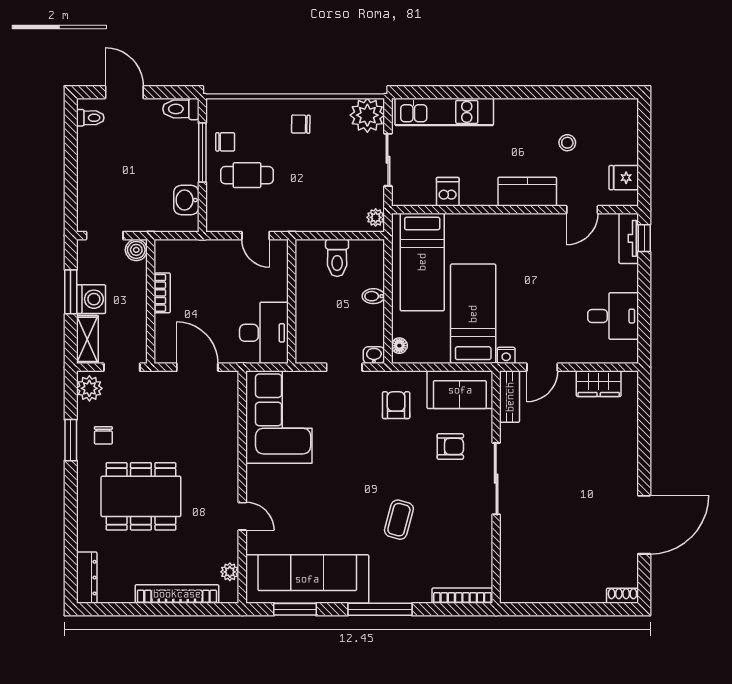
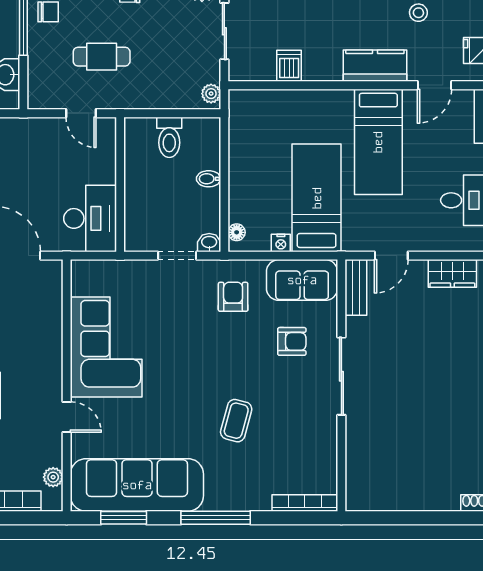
cafe table: (247, 175) -> (102, 57), moved
bed: (422, 262) -> (378, 142), moved
nightstand: (506, 355) -> (281, 243), moved
corner sofa: (279, 417) -> (106, 347), moved

